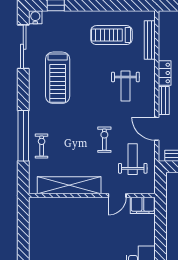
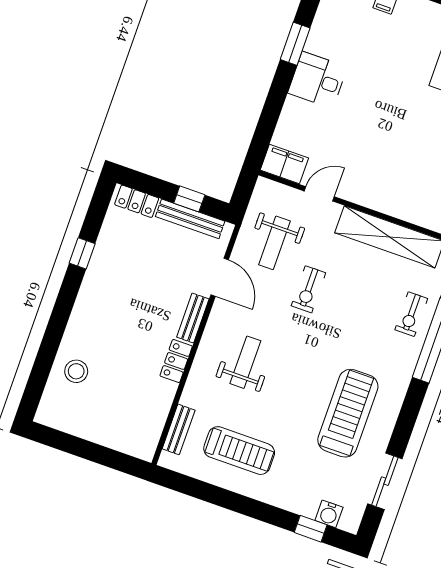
water cooler: (35, 17) -> (329, 514), moved
bench: (150, 40) -> (179, 429), width x0.73
sliding door: (23, 47) -> (385, 481), width x0.73

